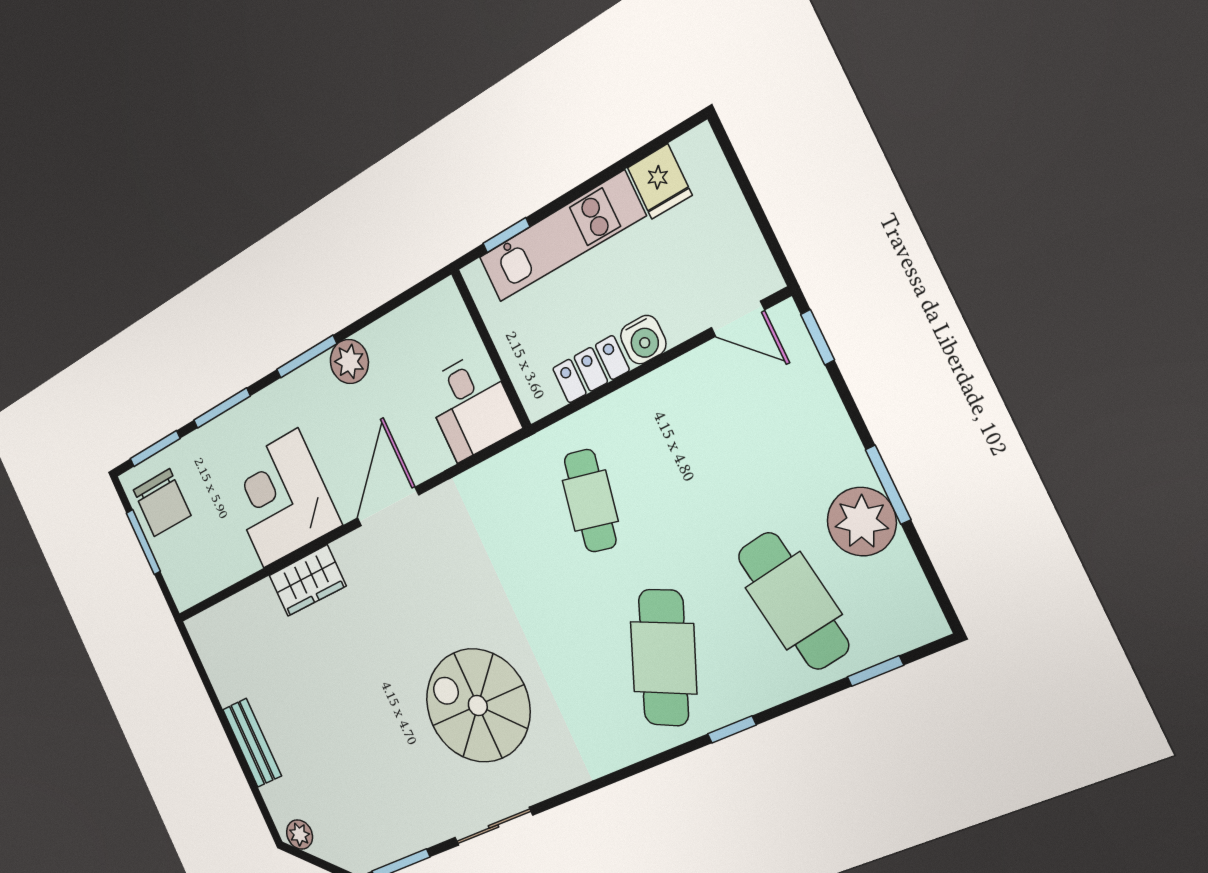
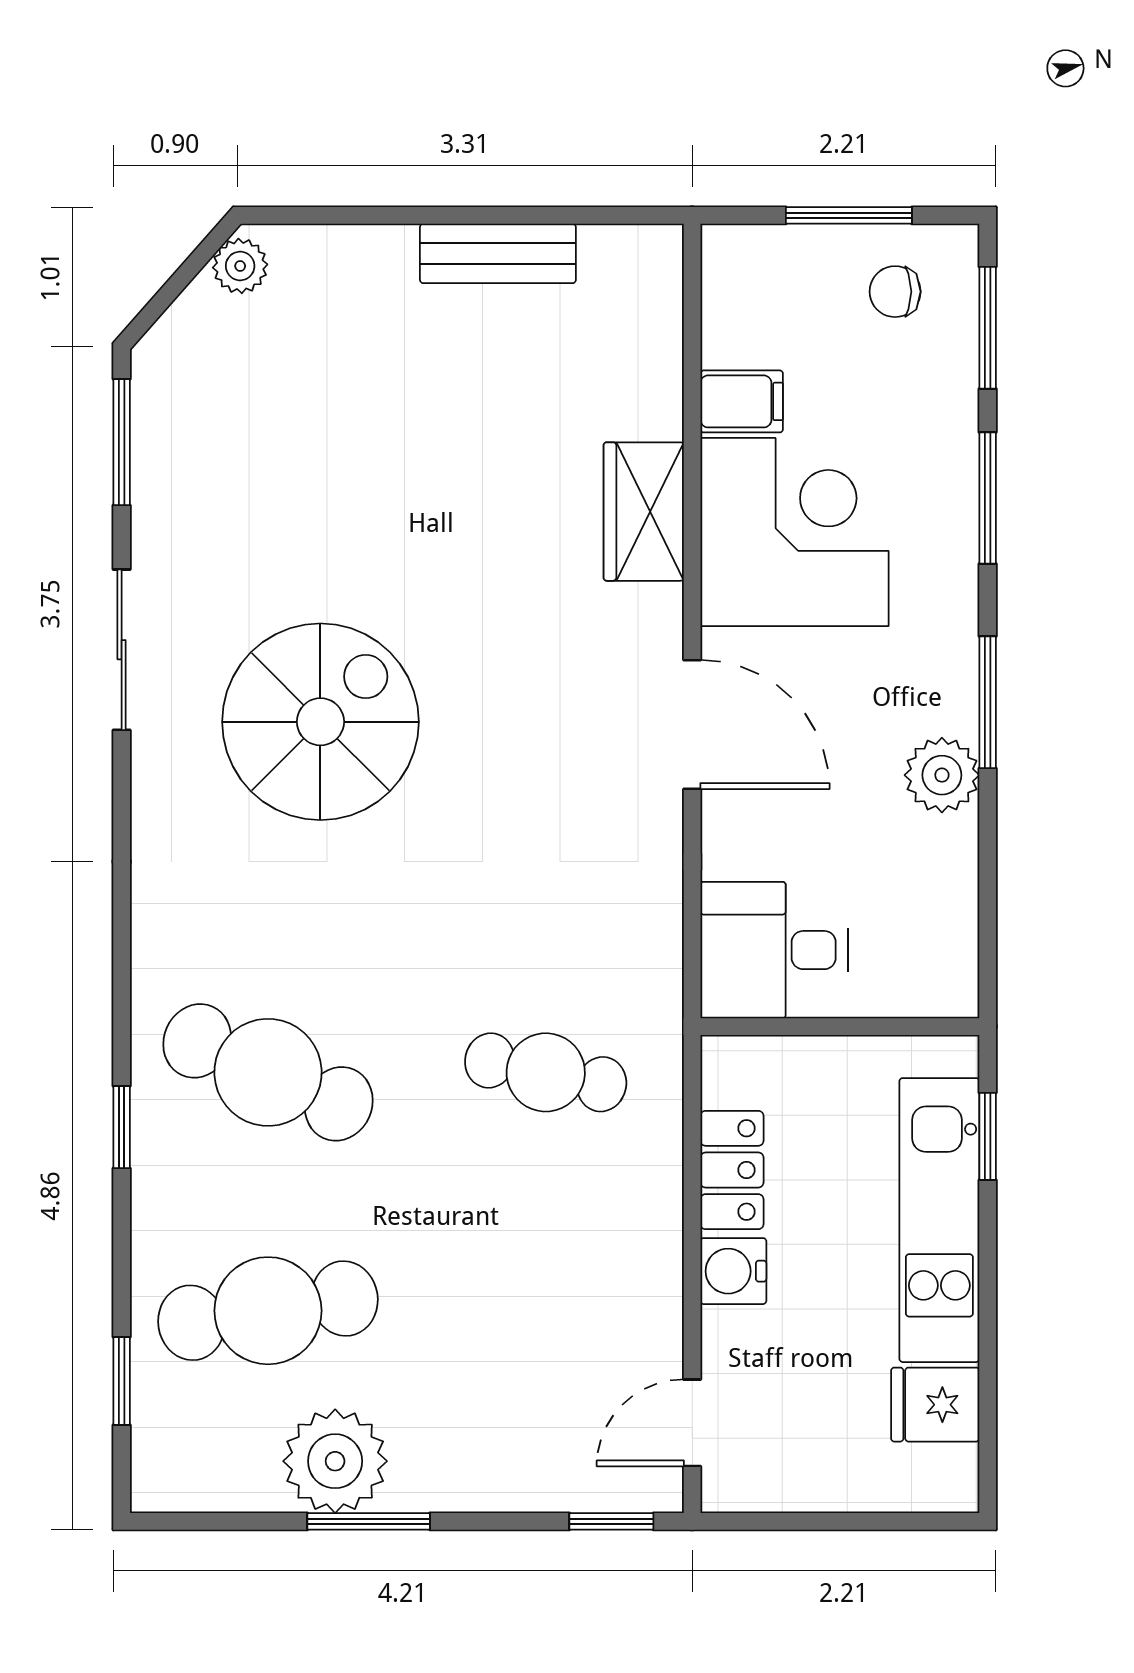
chair: (162, 503) -> (895, 292), width x0.54, depth x0.54
filing cabinet: (240, 555) -> (742, 401), added
bench: (252, 743) -> (498, 253), moved

